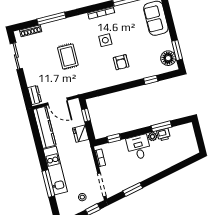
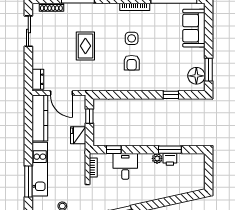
armchair: (121, 62) -> (132, 63), moved
desk: (139, 147) -> (125, 166), moved

